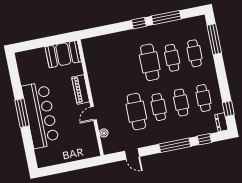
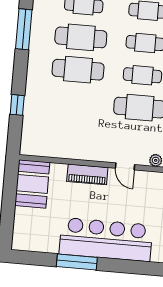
window: (139, 23) -> (17, 105), moved
cafe table: (172, 58) -> (81, 37), width x1.37, depth x1.35
window: (22, 113) -> (77, 262), moved

